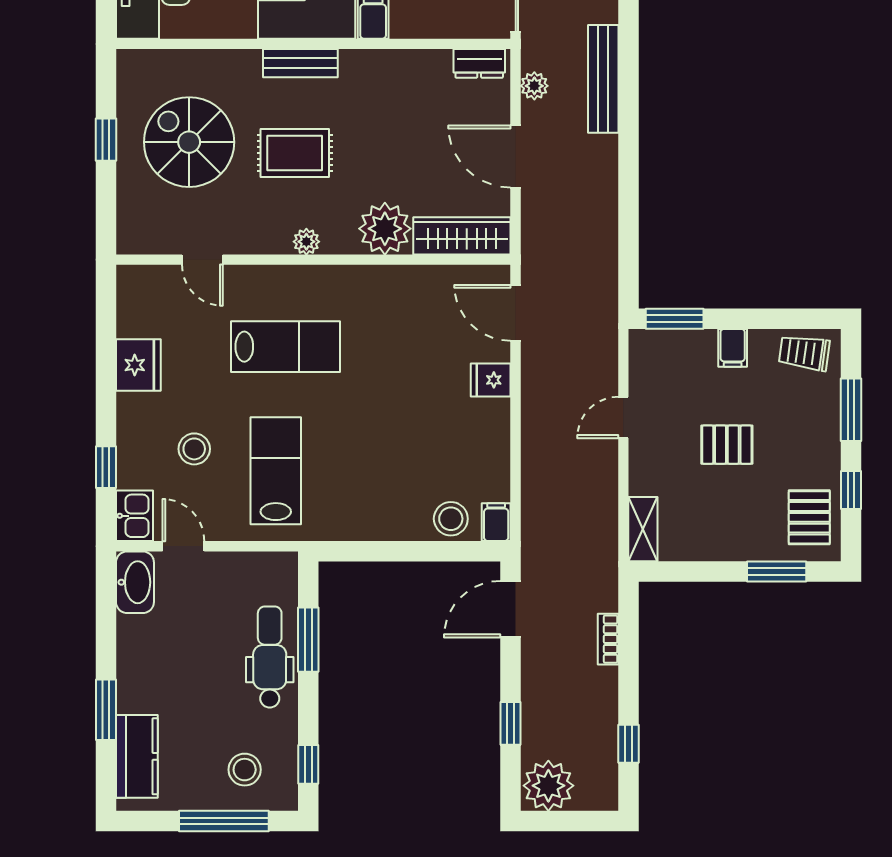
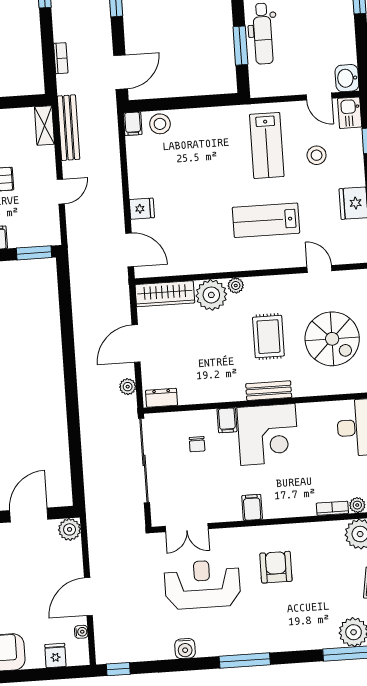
bench: (603, 79) -> (69, 128), moved
rug: (295, 153) -> (268, 337), turned 90
door: (516, 157) -> (136, 344), swing flipped
plant: (306, 242) -> (236, 285), moved
washbasin: (135, 582) -> (347, 78), width x0.72

